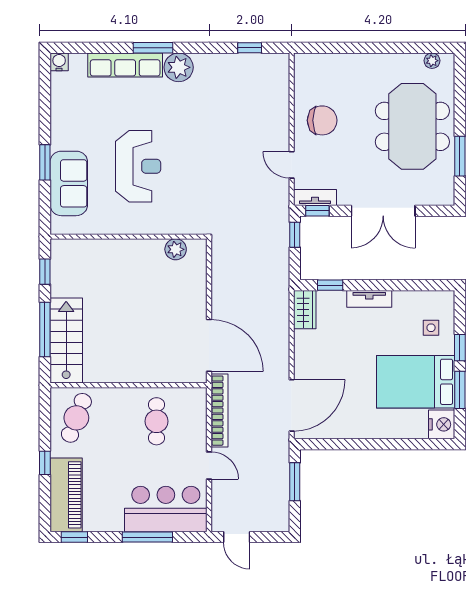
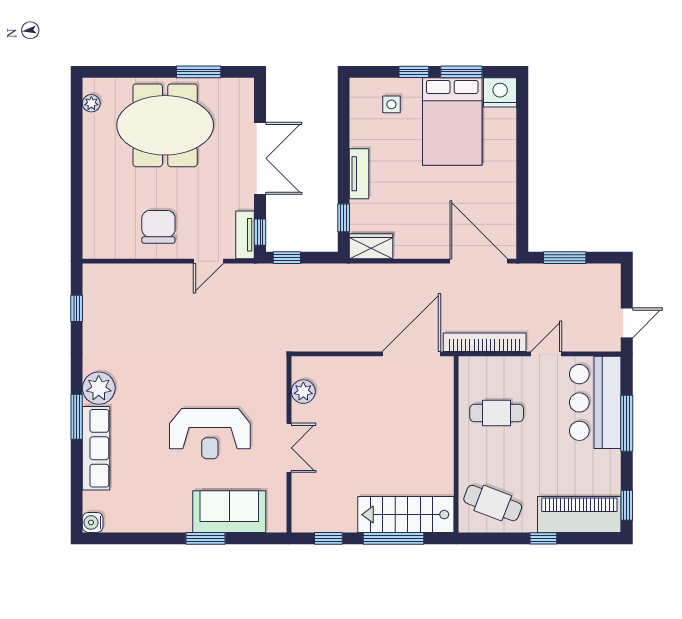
reception desk: (138, 166) -> (210, 434), turned 180
double door: (126, 237) -> (289, 448), added

